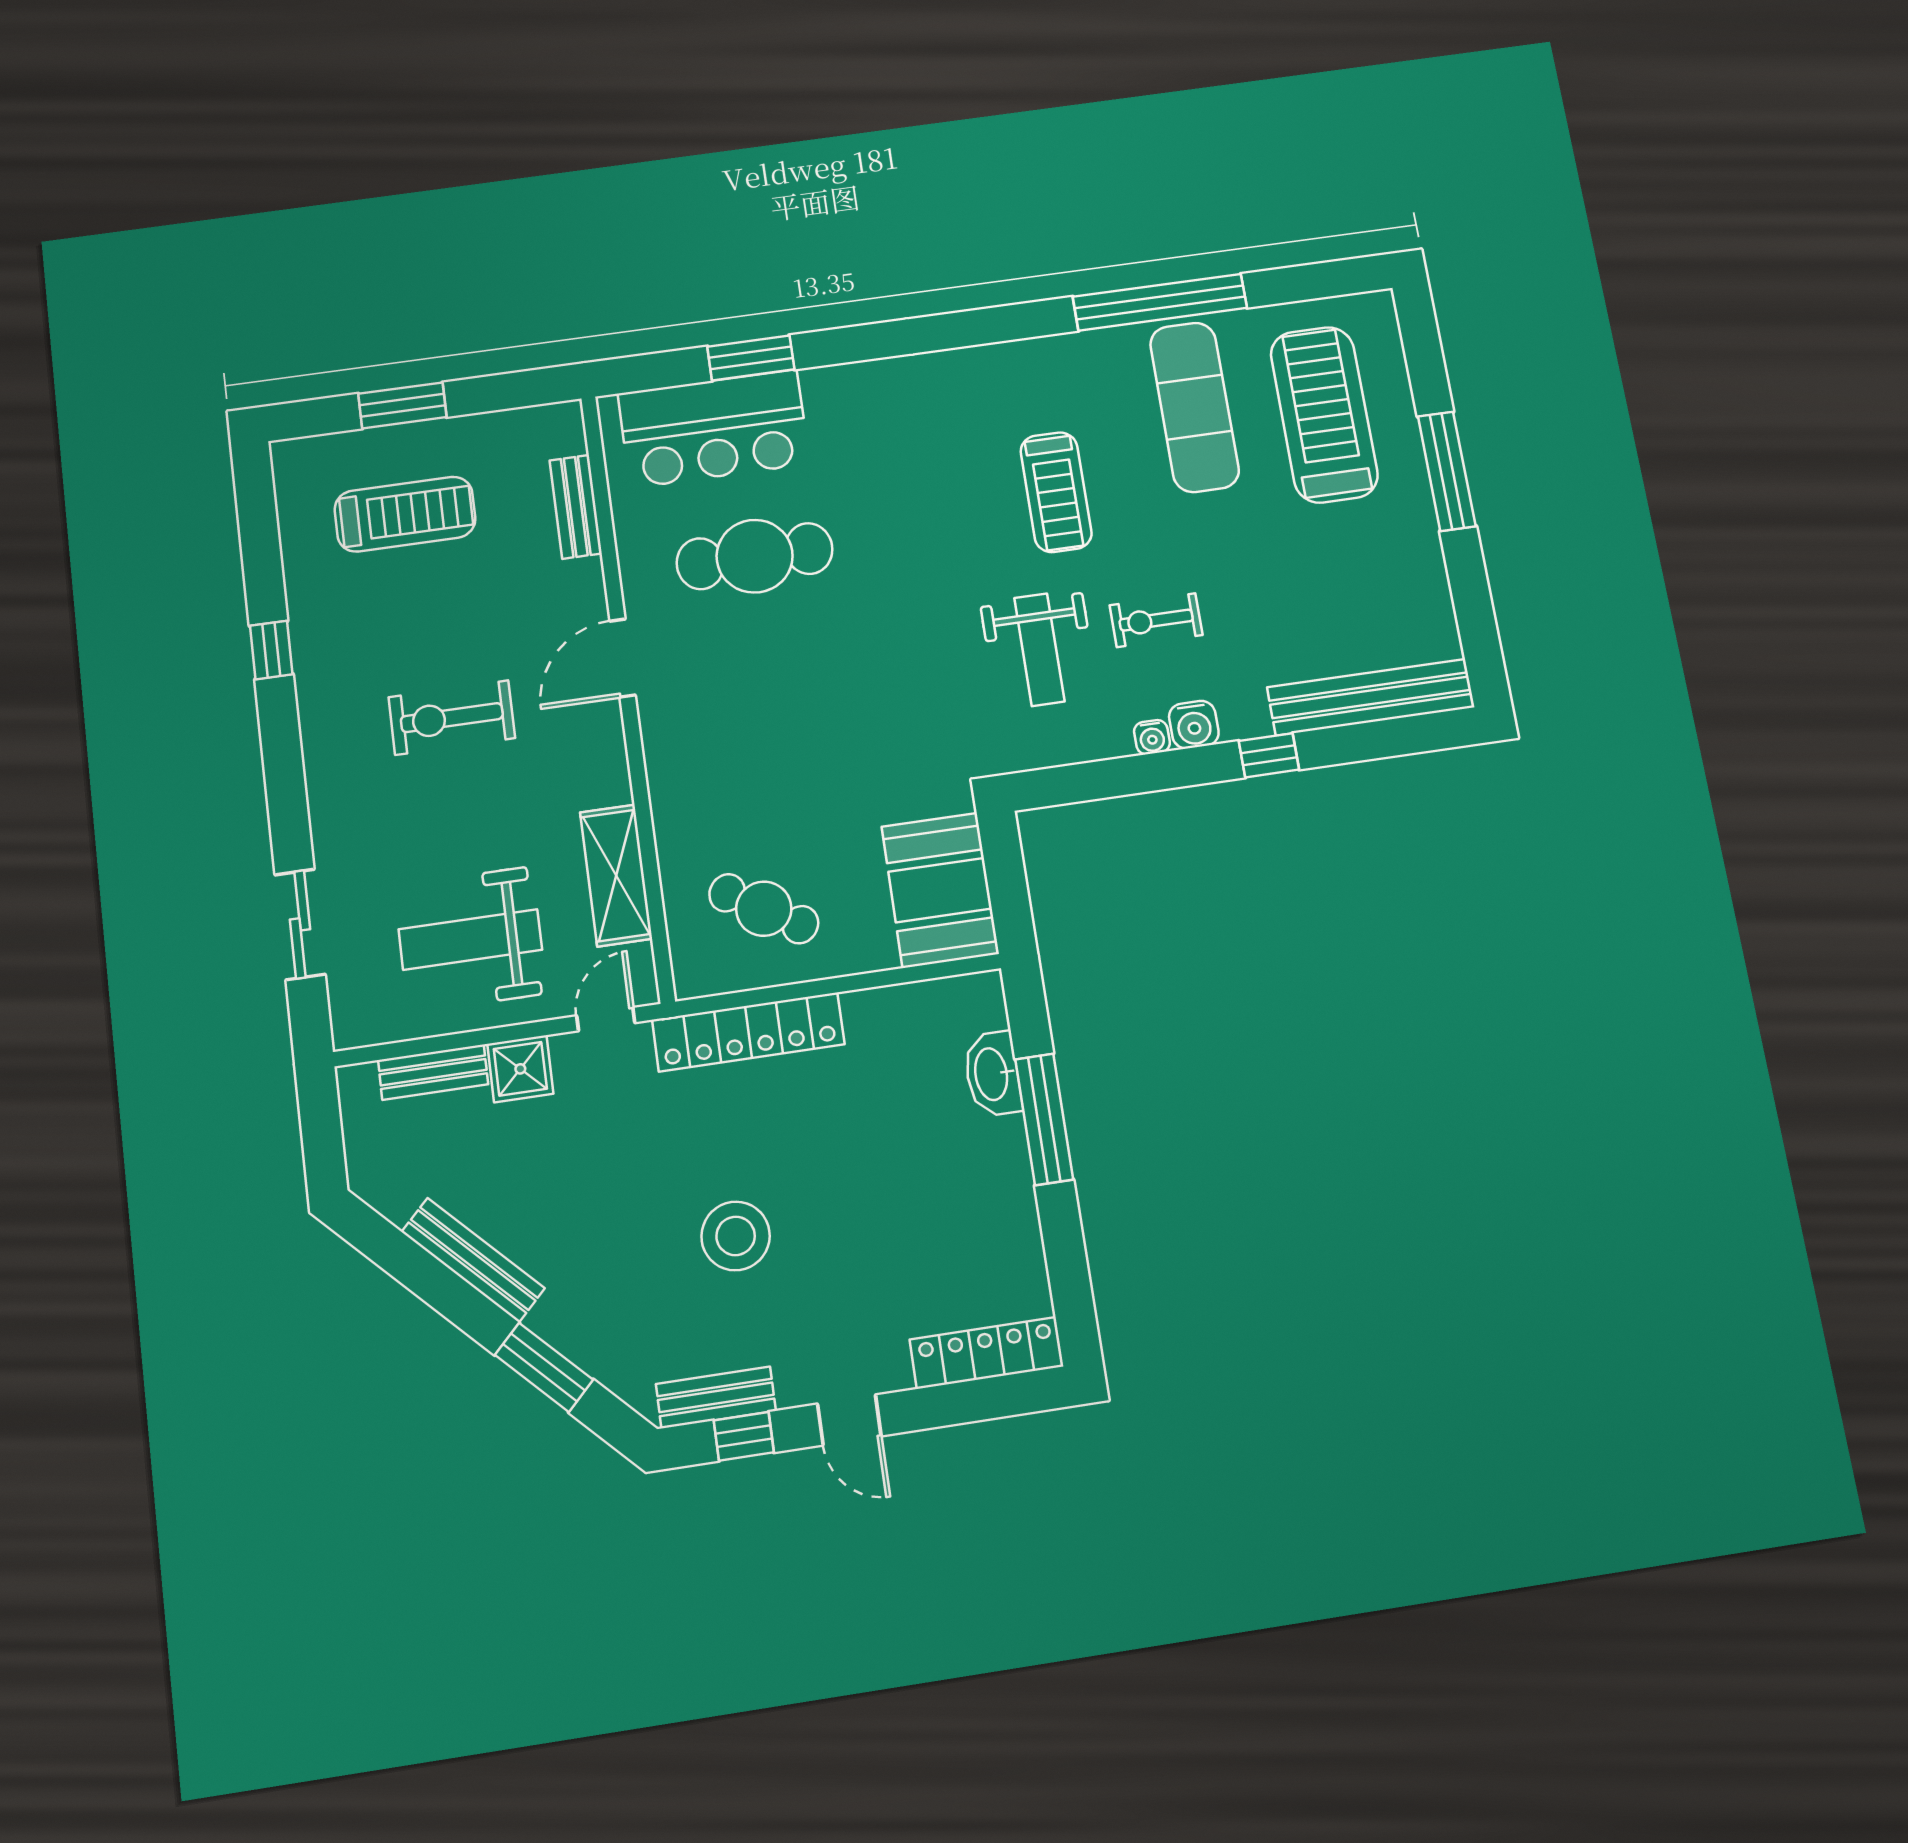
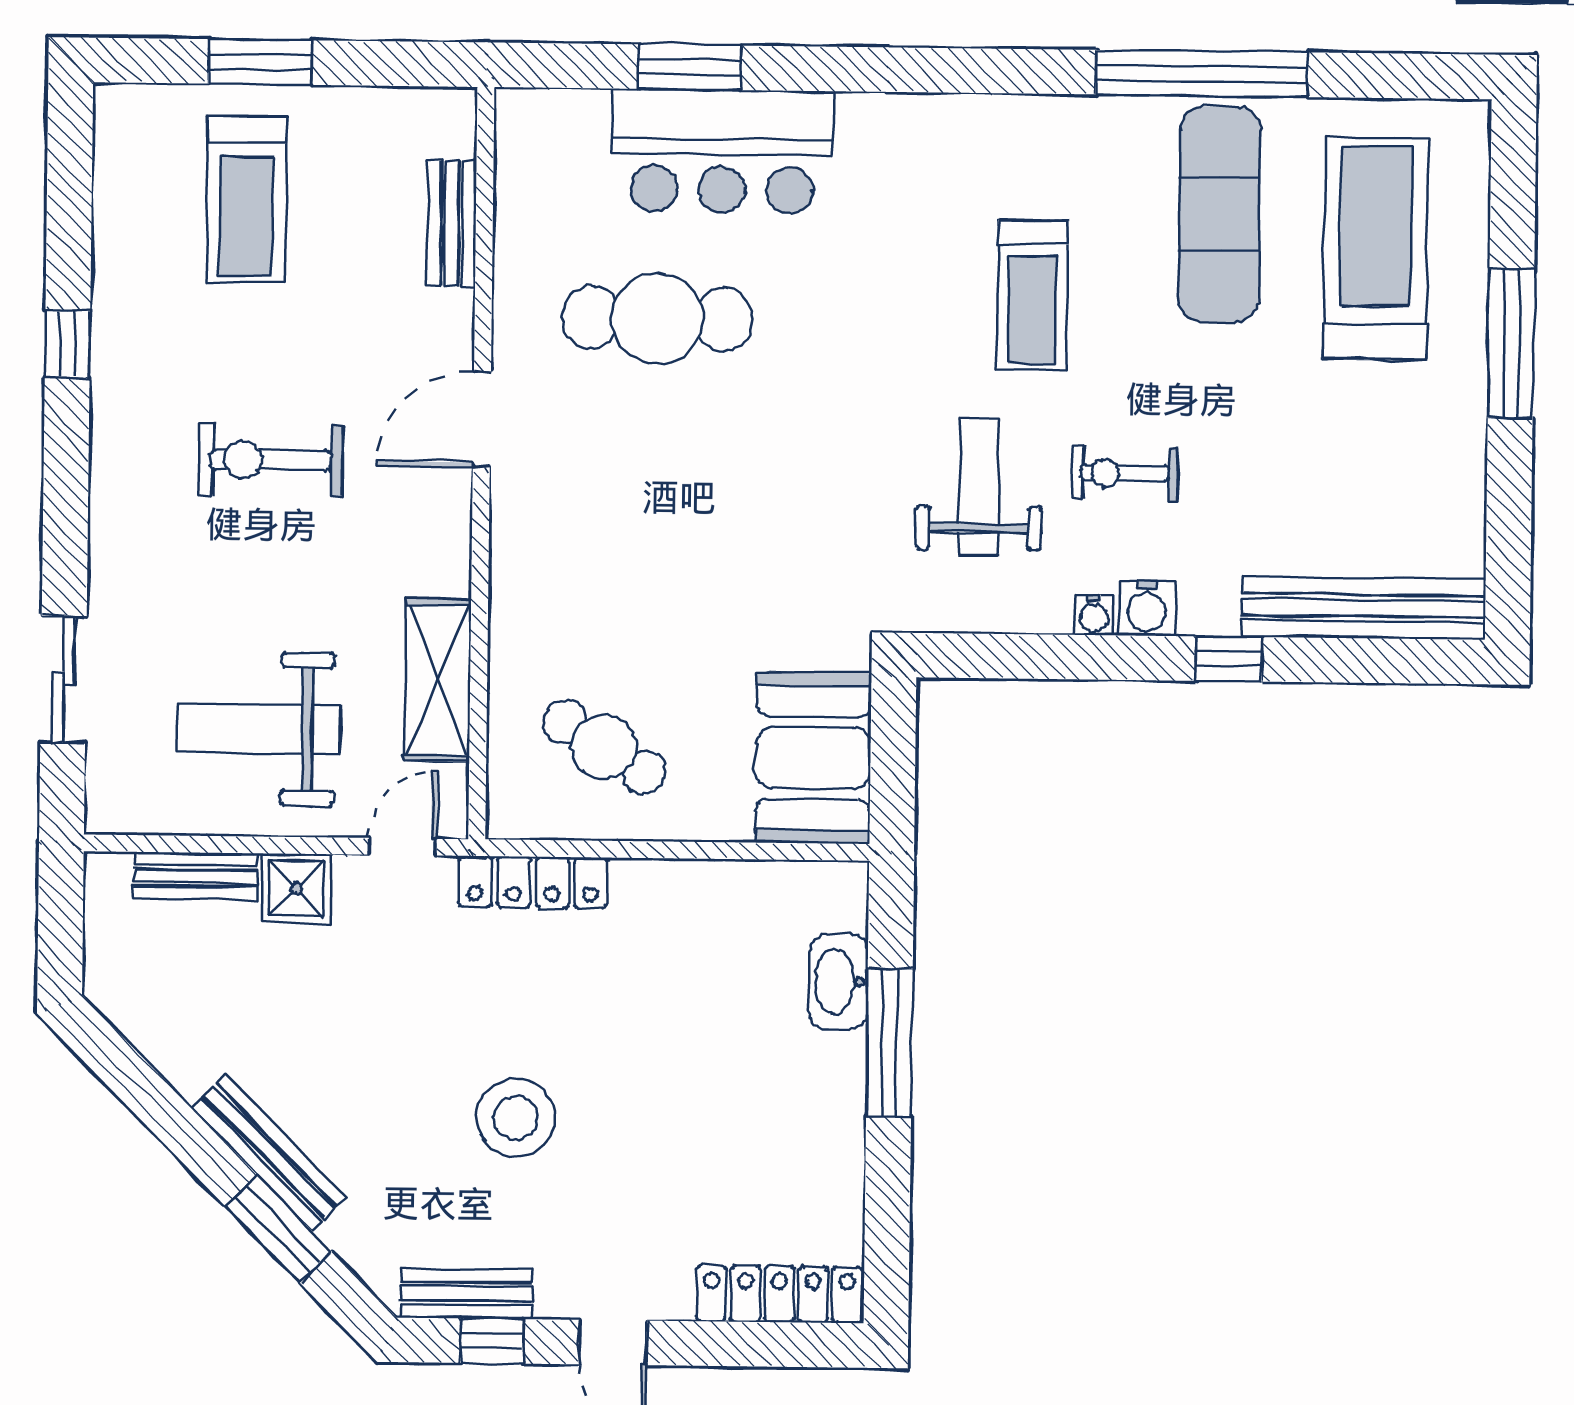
bar counter: (714, 429) -> (722, 151), moved
treadmill: (405, 514) -> (246, 200), turned 90
weight bench: (1039, 650) -> (979, 487), turned 180
locker: (748, 1032) -> (533, 882), width x0.71, depth x0.83
bench: (473, 1260) -> (269, 1153), moved

